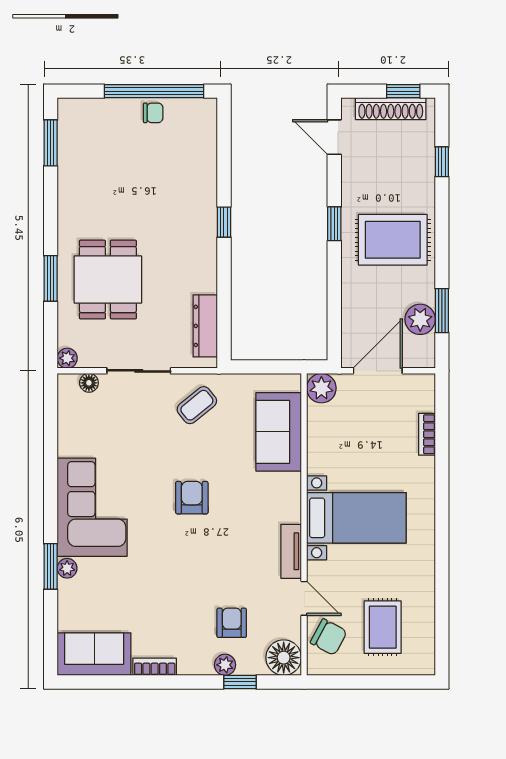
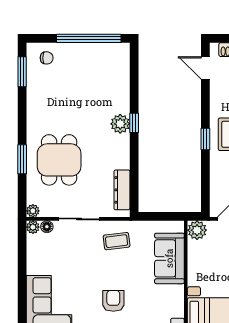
chair: (153, 113) -> (47, 58), moved
plant: (203, 224) -> (120, 124), added
window: (334, 224) -> (205, 139), moved
plant: (67, 384) -> (33, 227), added
coffee table: (197, 405) -> (117, 241), turned 32

